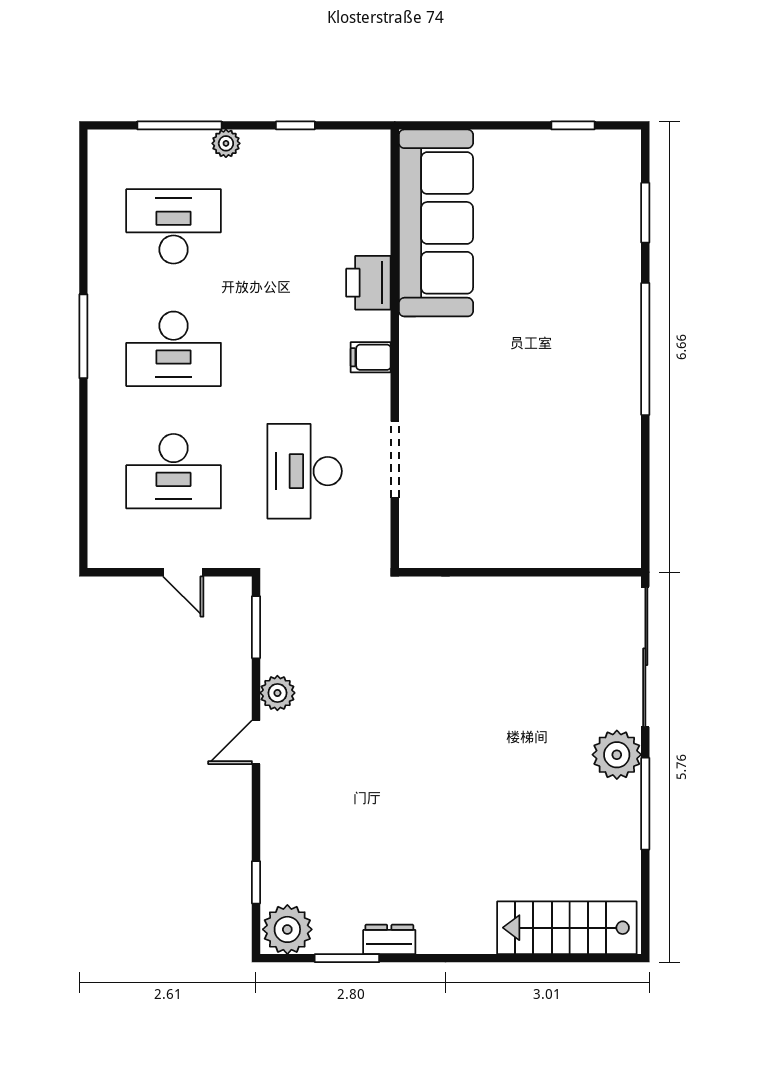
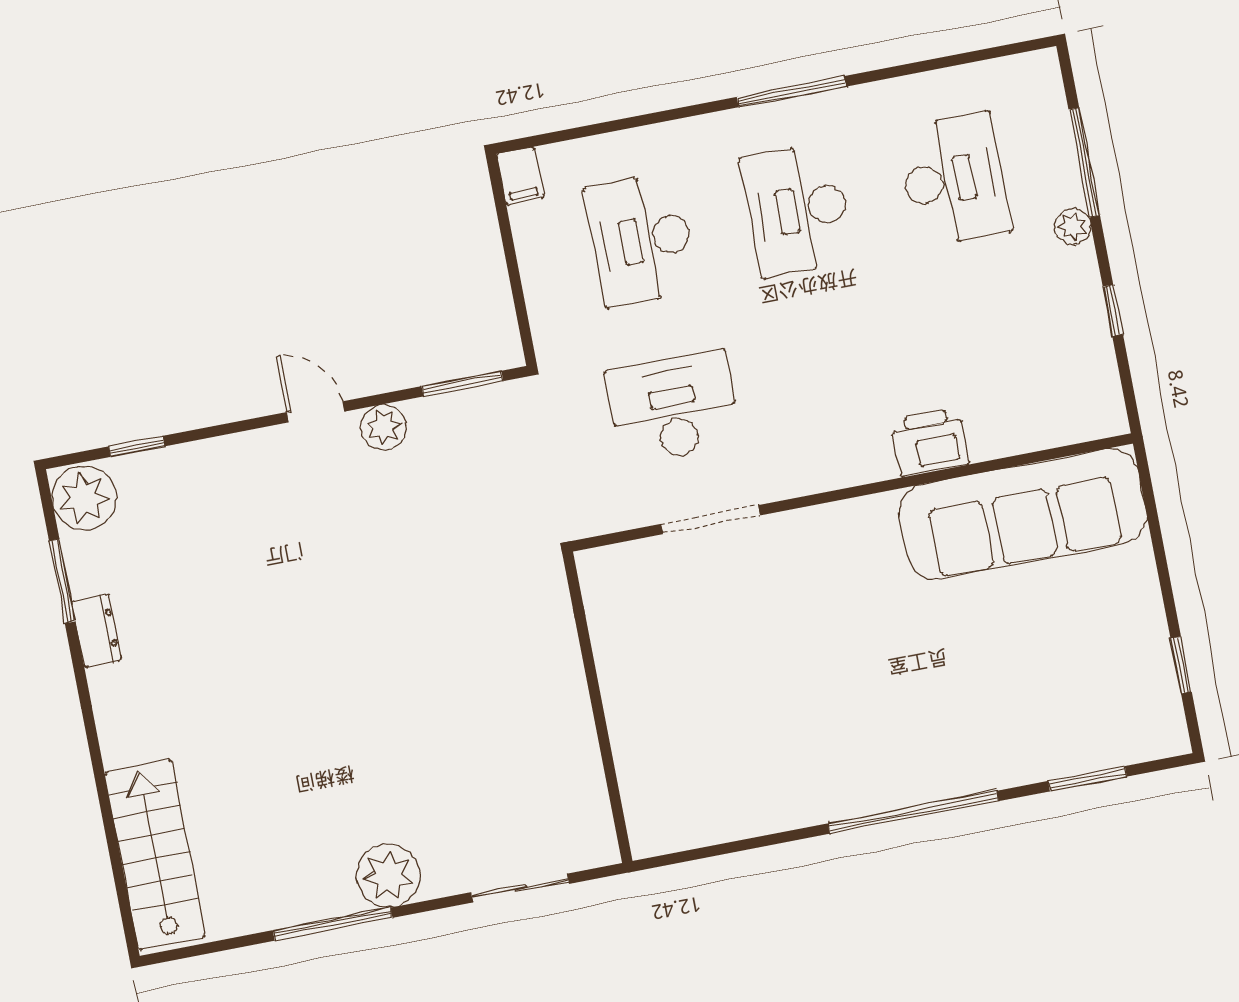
filing cabinet: (371, 357) -> (520, 176), moved, turned 180
door: (183, 572) -> (515, 277), removed
sliding door: (645, 657) -> (520, 888), width x0.54

